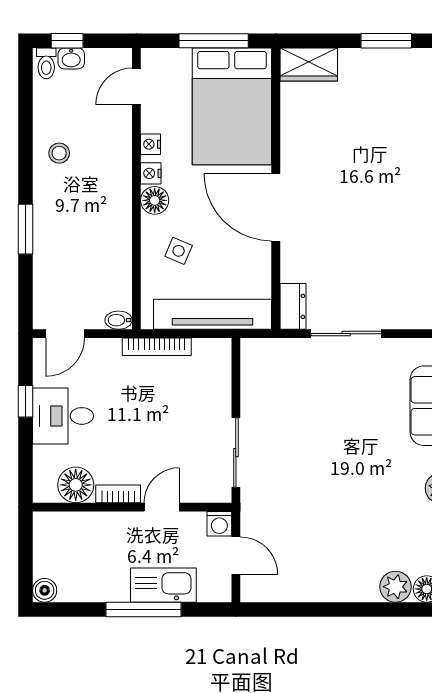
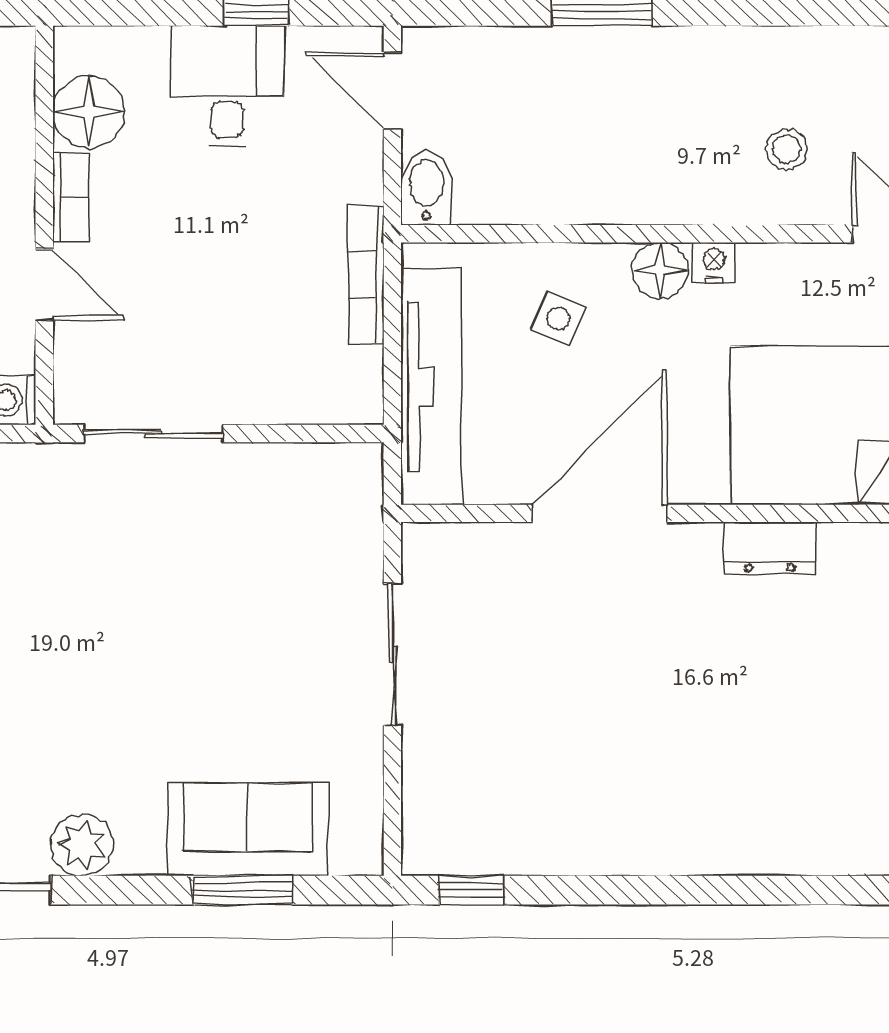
nightstand: (150, 144) -> (772, 262), removed
stool: (59, 153) -> (786, 149), moved
door: (276, 207) -> (600, 513), moved
dresser: (293, 306) -> (770, 548), moved
bidet: (119, 320) -> (426, 188), width x1.38, depth x1.36

